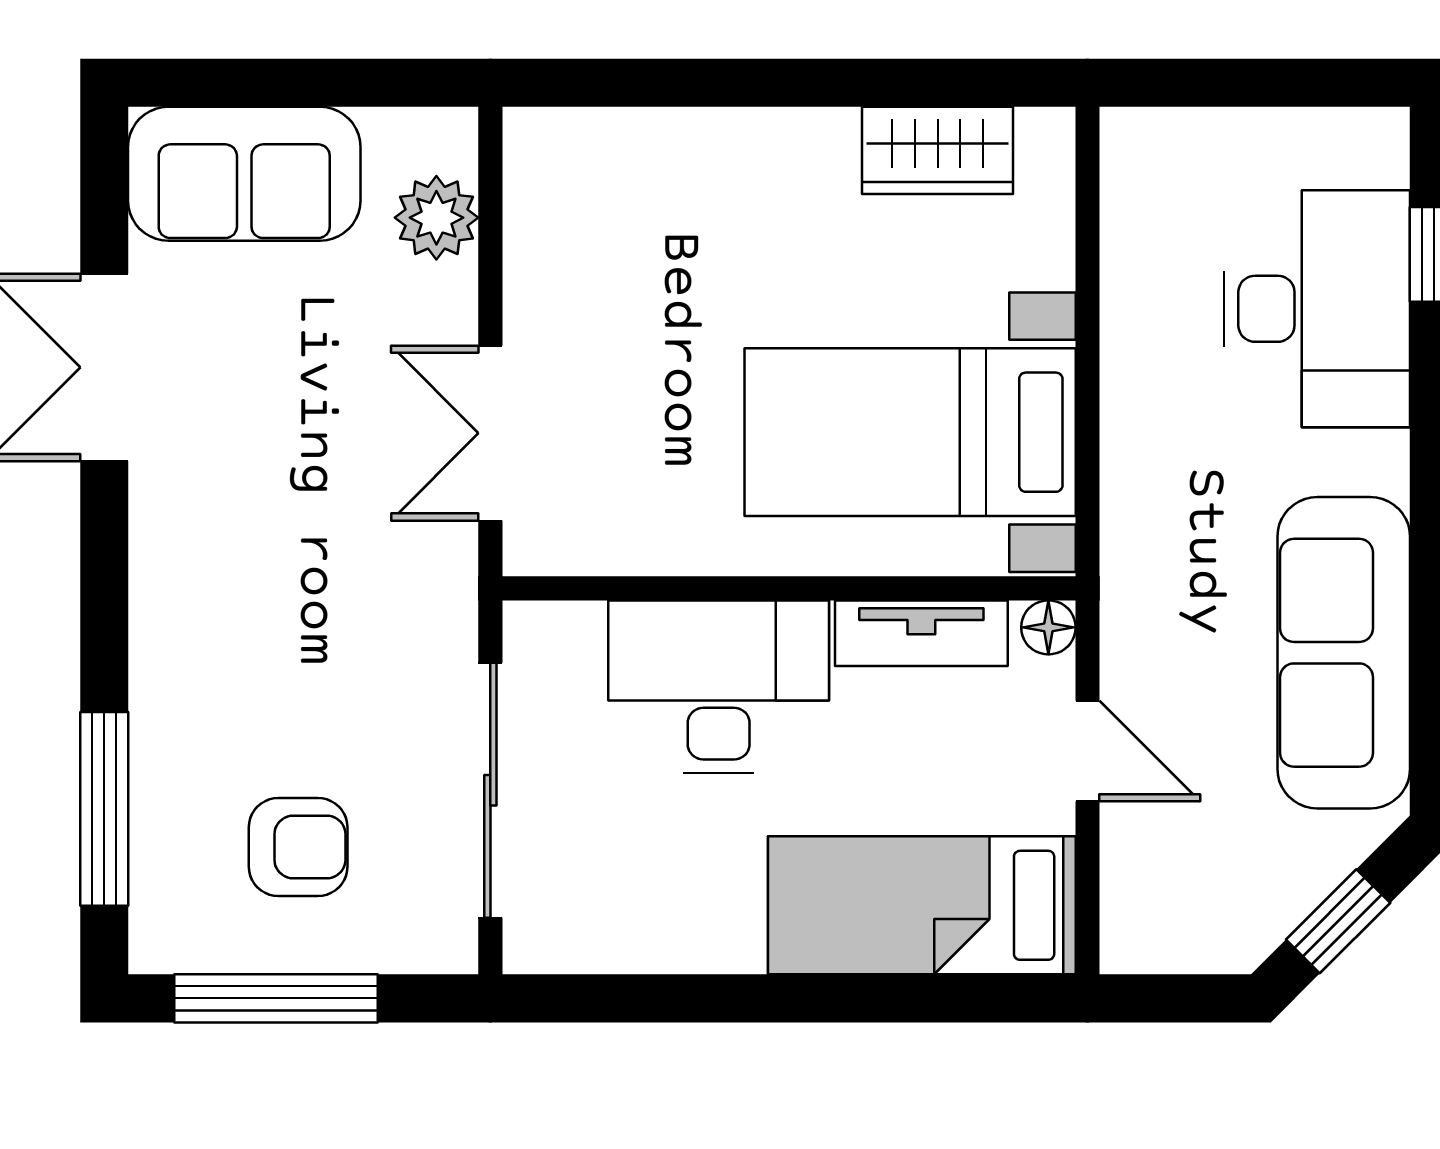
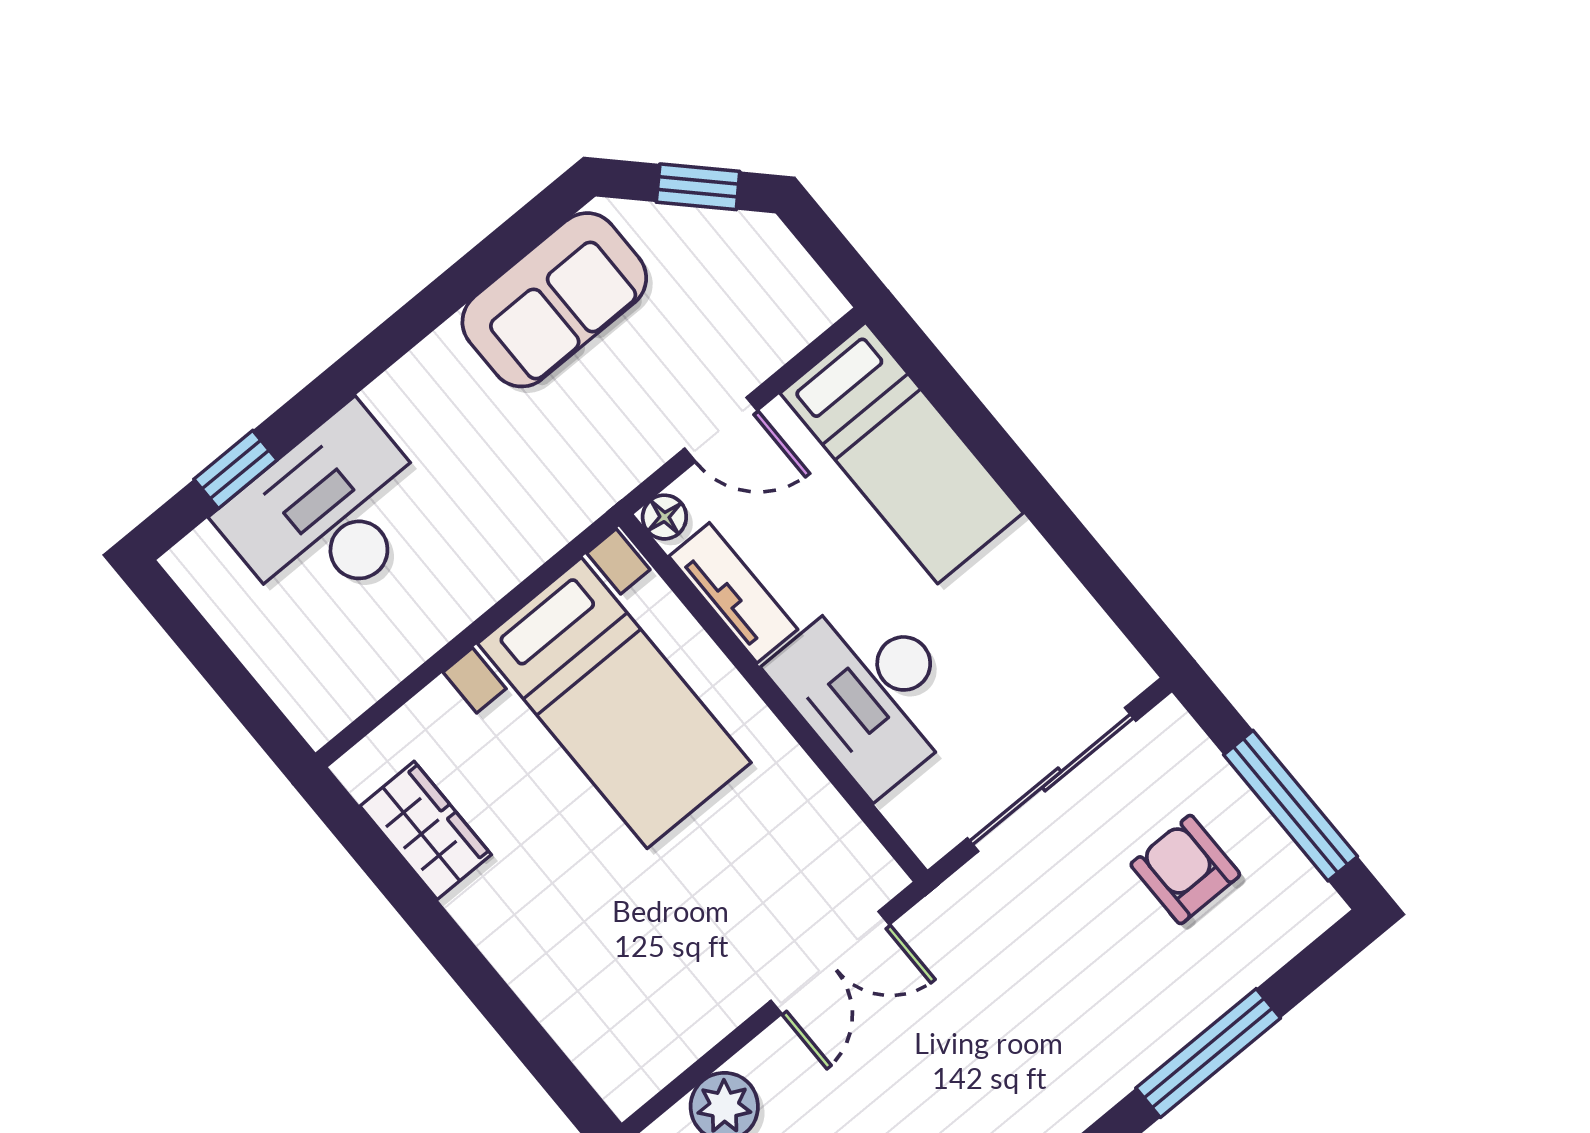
sofa: (1344, 653) -> (554, 300), width x0.73
door: (1088, 751) -> (721, 429), swing flipped
window: (104, 809) -> (1208, 1053), moved

